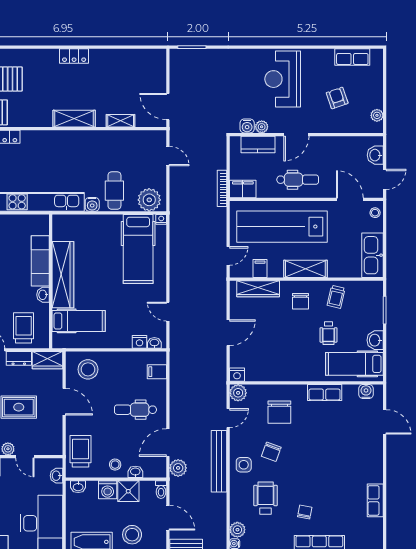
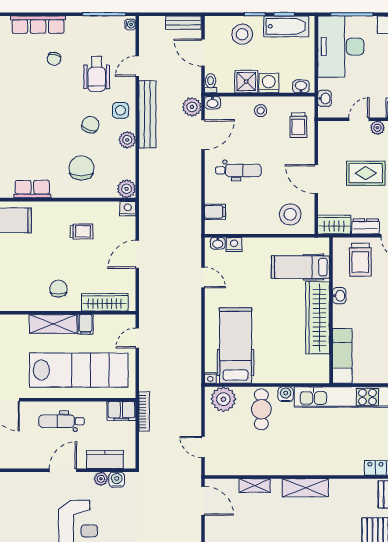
armchair: (337, 98) -> (19, 510), removed
exam couch: (40, 261) -> (342, 356), moved
filing cabinet: (260, 268) -> (86, 324), moved
trolley: (336, 297) -> (81, 231), moved, turned 77
wheelchair: (328, 333) -> (28, 254), removed
door: (228, 418) -> (137, 66), moved
trolley: (81, 451) -> (298, 125), width x0.73, depth x0.72
door: (25, 457) -> (359, 119), hinge flipped
washbasin: (135, 472) -> (213, 103), moved
plant: (237, 530) -> (127, 140), moved

